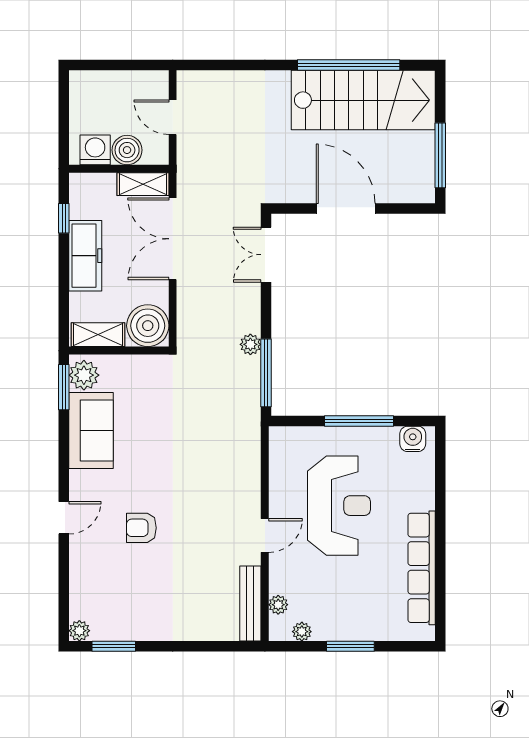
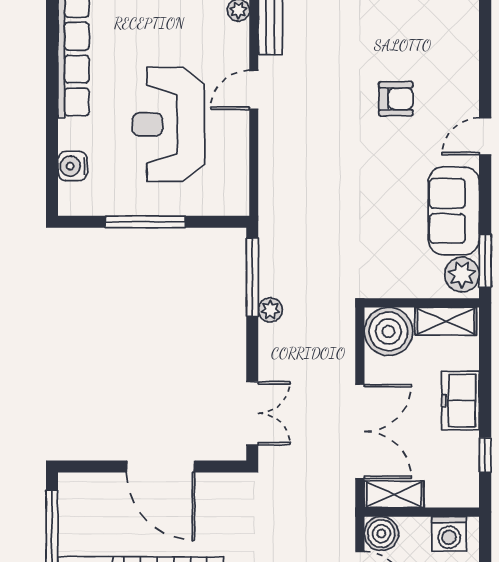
boiler: (127, 150) -> (381, 534), moved
freezer: (85, 256) -> (460, 400), width x0.71
water cooler: (413, 439) -> (73, 166), moved, turned 90
door: (64, 518) -> (485, 136), moved

